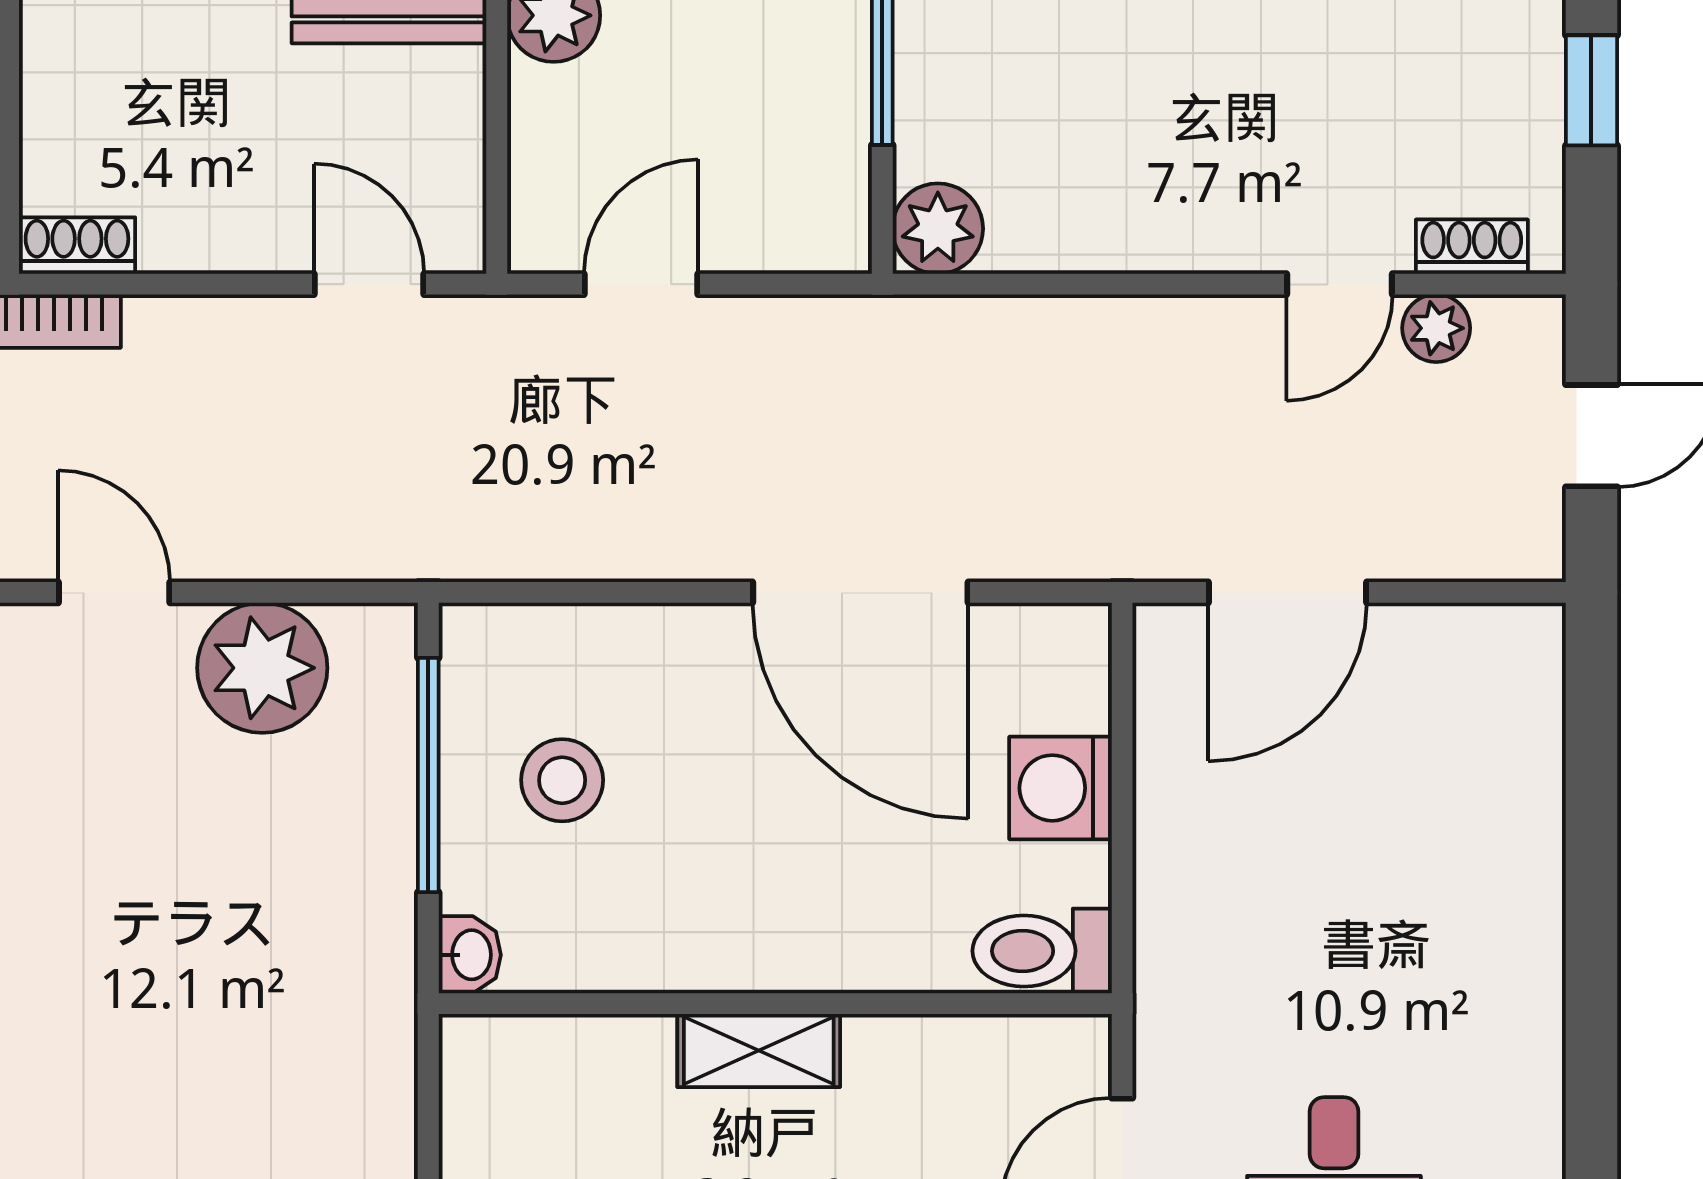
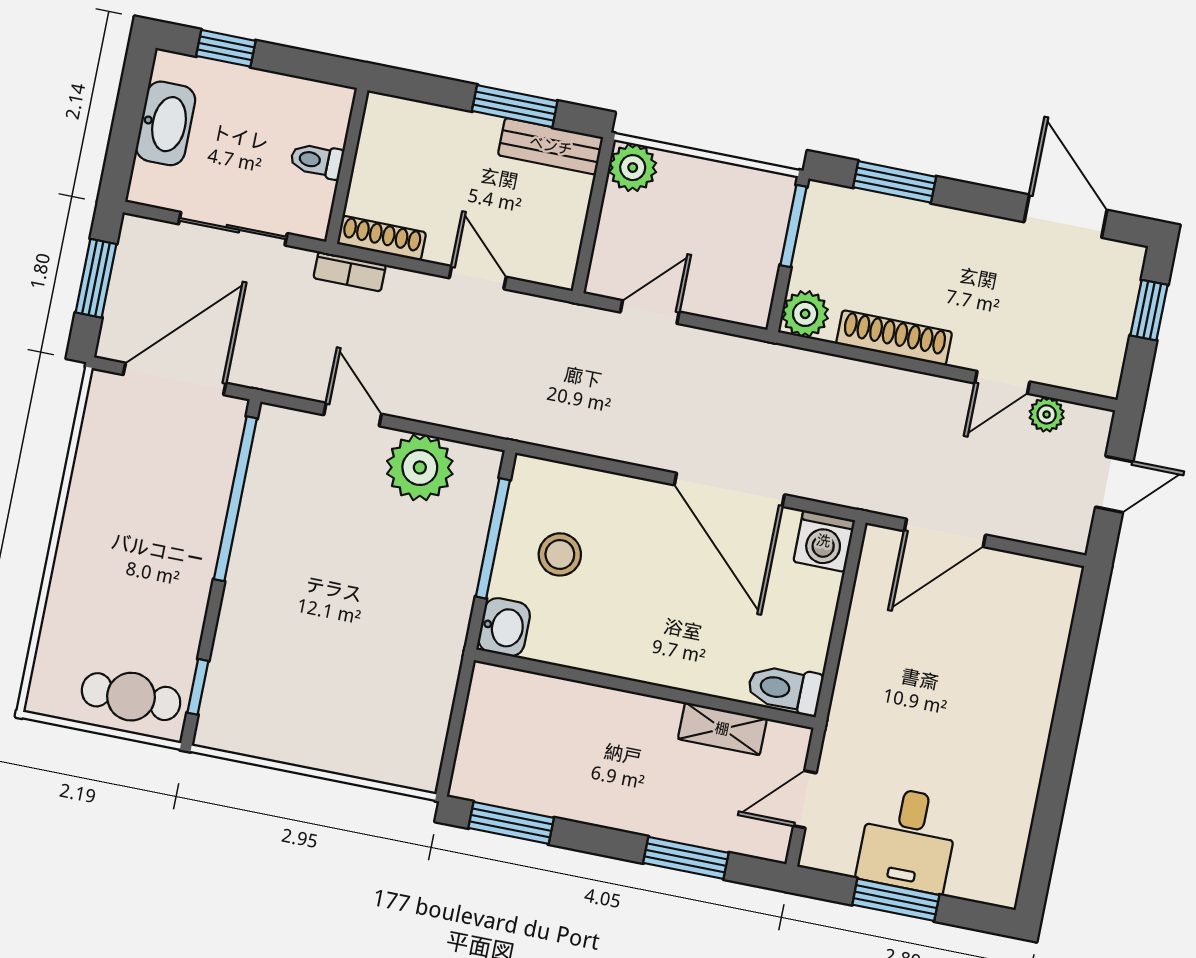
shoe rack: (77, 246) -> (381, 238), width x1.43
shoe rack: (1472, 247) -> (894, 338), moved, width x1.94, depth x1.24
door: (369, 284) -> (478, 278), moved
washing machine: (1061, 788) -> (824, 541), moved, turned -90
washbasin: (470, 955) -> (504, 627), width x1.38, depth x1.45
shelving: (759, 1050) -> (722, 729), moved

